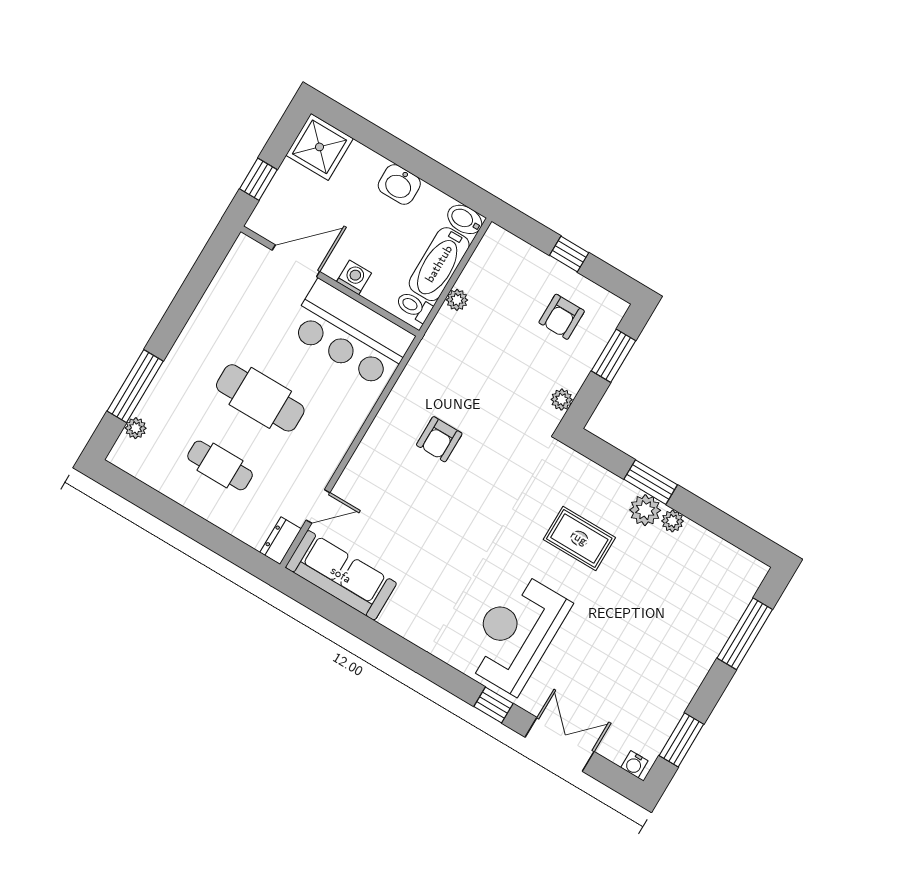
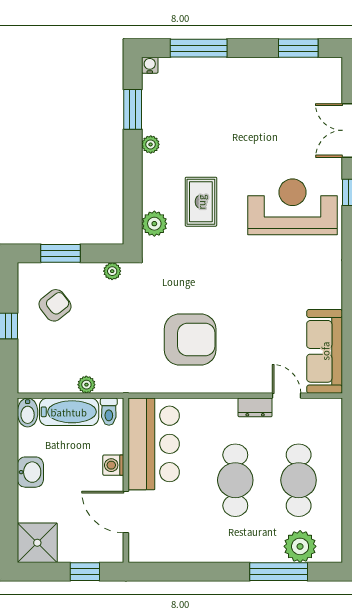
armchair: (562, 317) -> (55, 305), turned -38
plant: (136, 428) -> (300, 546), width x1.88, depth x1.88
armchair: (439, 439) -> (190, 339), width x1.88, depth x1.88
cafe table: (220, 465) -> (299, 480), width x1.37, depth x1.35
window: (651, 482) -> (133, 109), moved
plant: (645, 510) -> (154, 224), moved
dresser: (281, 541) -> (255, 407), moved
reception desk: (516, 633) -> (293, 207), turned 180
water cooler: (634, 764) -> (150, 65), moved, turned -90

